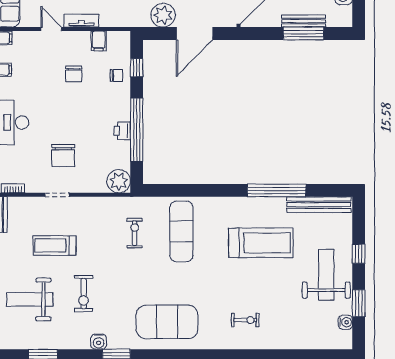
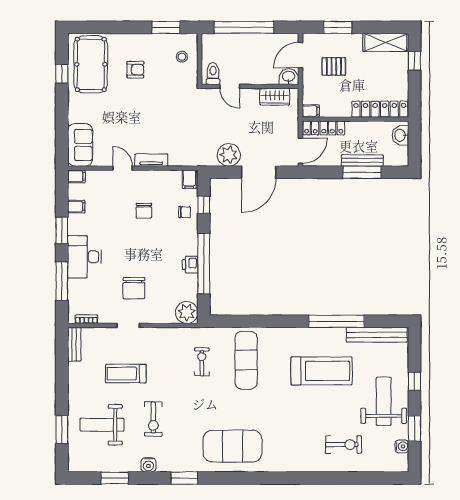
filing cabinet: (99, 41) -> (189, 179), moved
exercise bike: (245, 320) -> (344, 445), moved, width x1.38, depth x1.39
water cooler: (99, 342) -> (148, 465), moved

